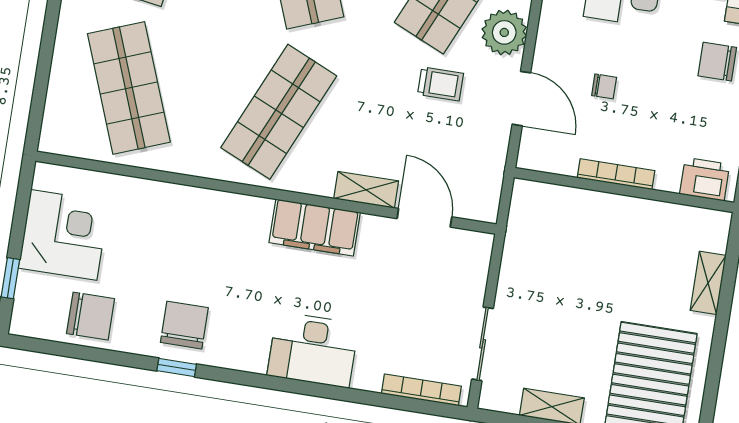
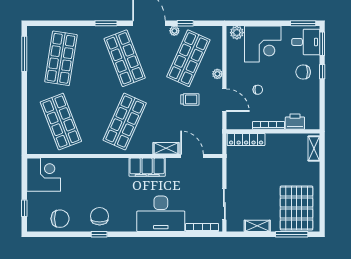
plant: (504, 32) -> (217, 74), width x0.53, depth x0.53
printer: (705, 179) -> (295, 122), moved
locker: (558, 199) -> (246, 139), added
corner desk: (64, 235) -> (44, 175), moved
shelving: (708, 283) -> (314, 148), moved
desk: (313, 350) -> (161, 214), width x1.36, depth x1.30

